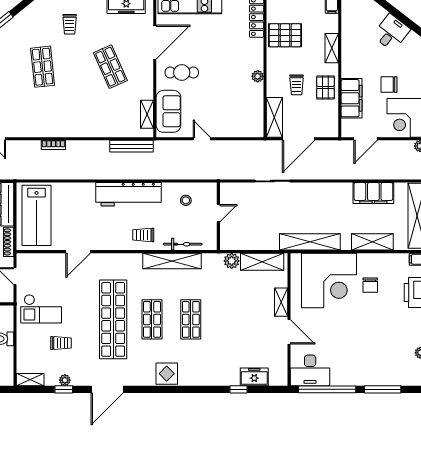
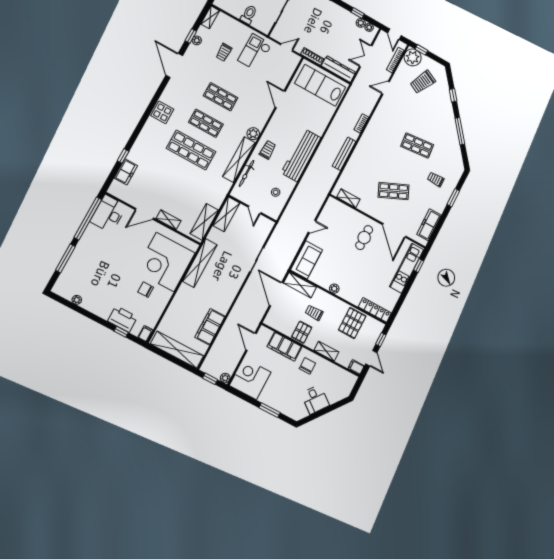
chair: (389, 84) -> (307, 366), moved
pallet: (325, 87) -> (302, 332), turned 90
sofa: (168, 111) -> (306, 260), moved, turned -90
bench: (132, 146) -> (344, 154), moved
shelving: (372, 242) -> (226, 214), moved
plant: (232, 261) -> (253, 134), moved
shop shelf: (113, 319) -> (221, 97), width x0.50, depth x0.74
shop shelf: (191, 319) -> (191, 150), width x1.43, depth x1.36

